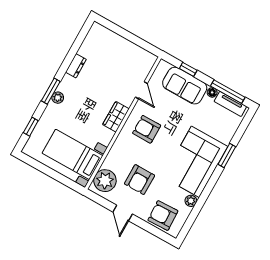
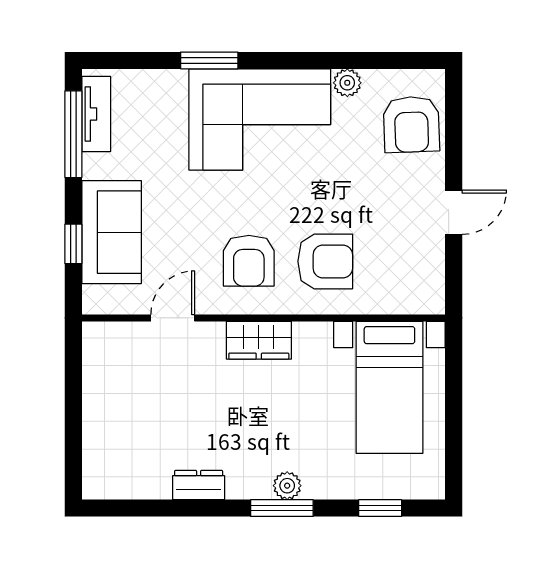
floor lamp: (212, 92) -> (94, 166), removed
armchair: (139, 180) -> (325, 261), moved
plant: (105, 181) -> (406, 288), removed

